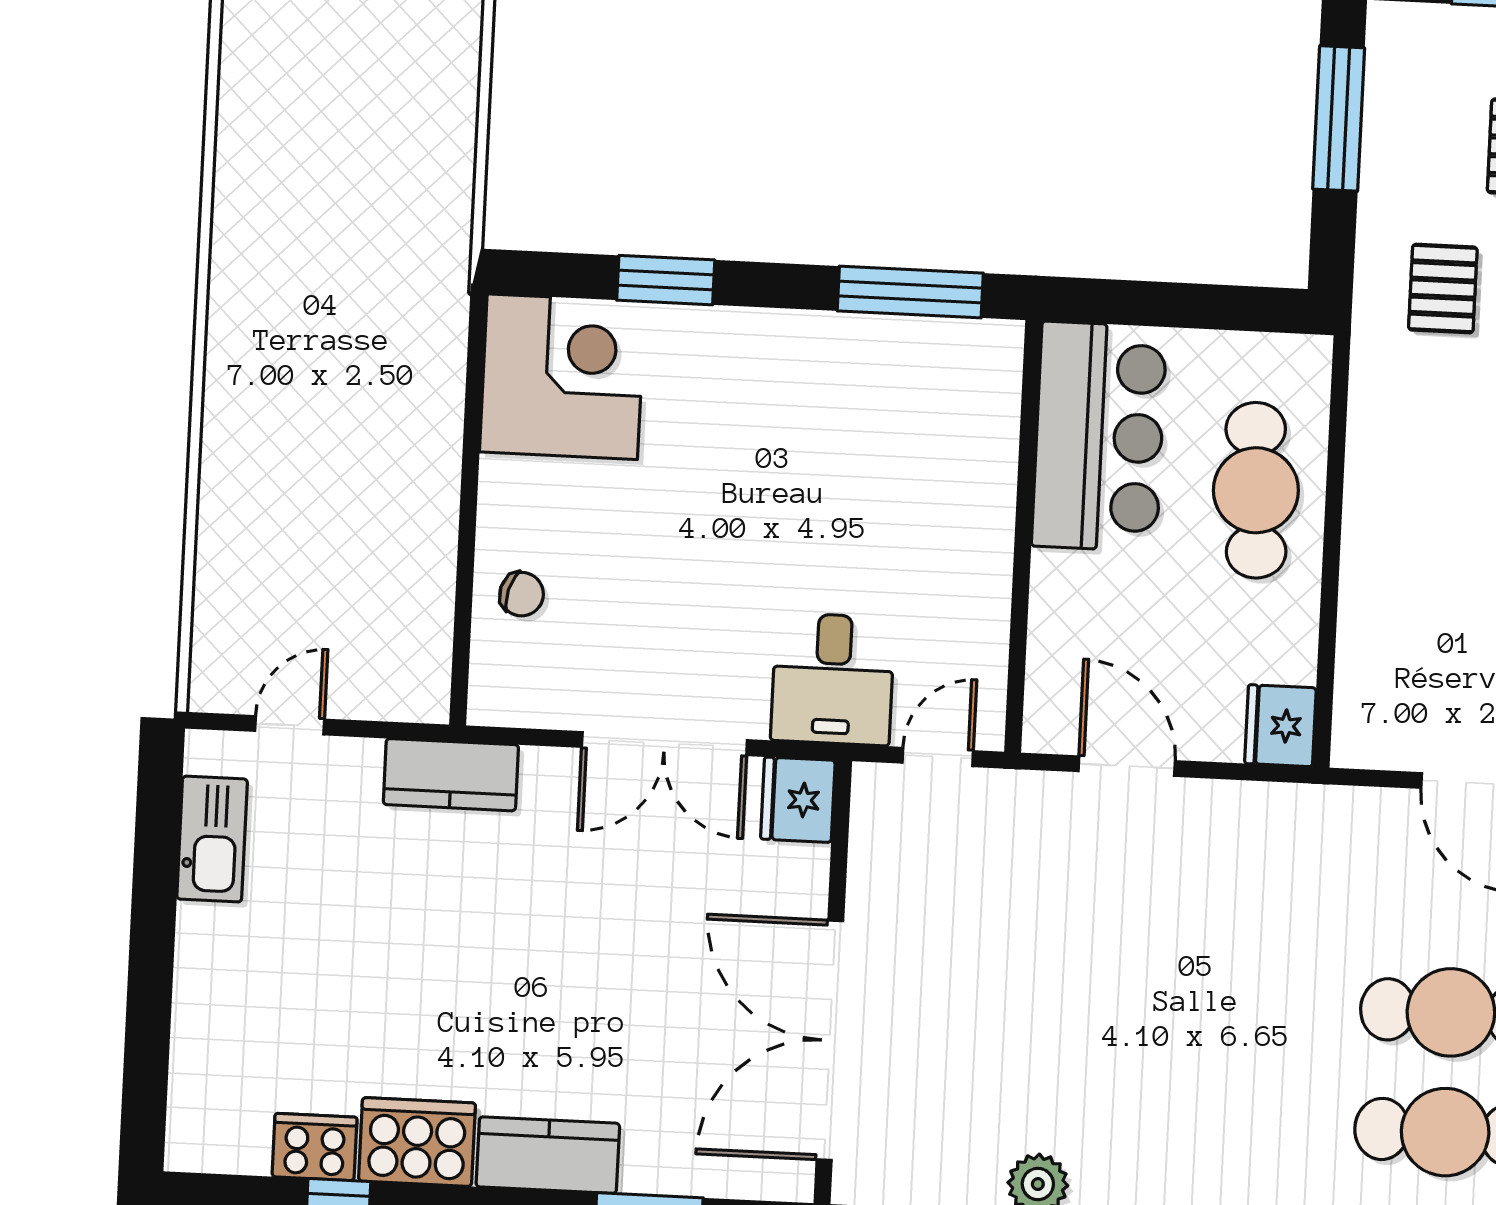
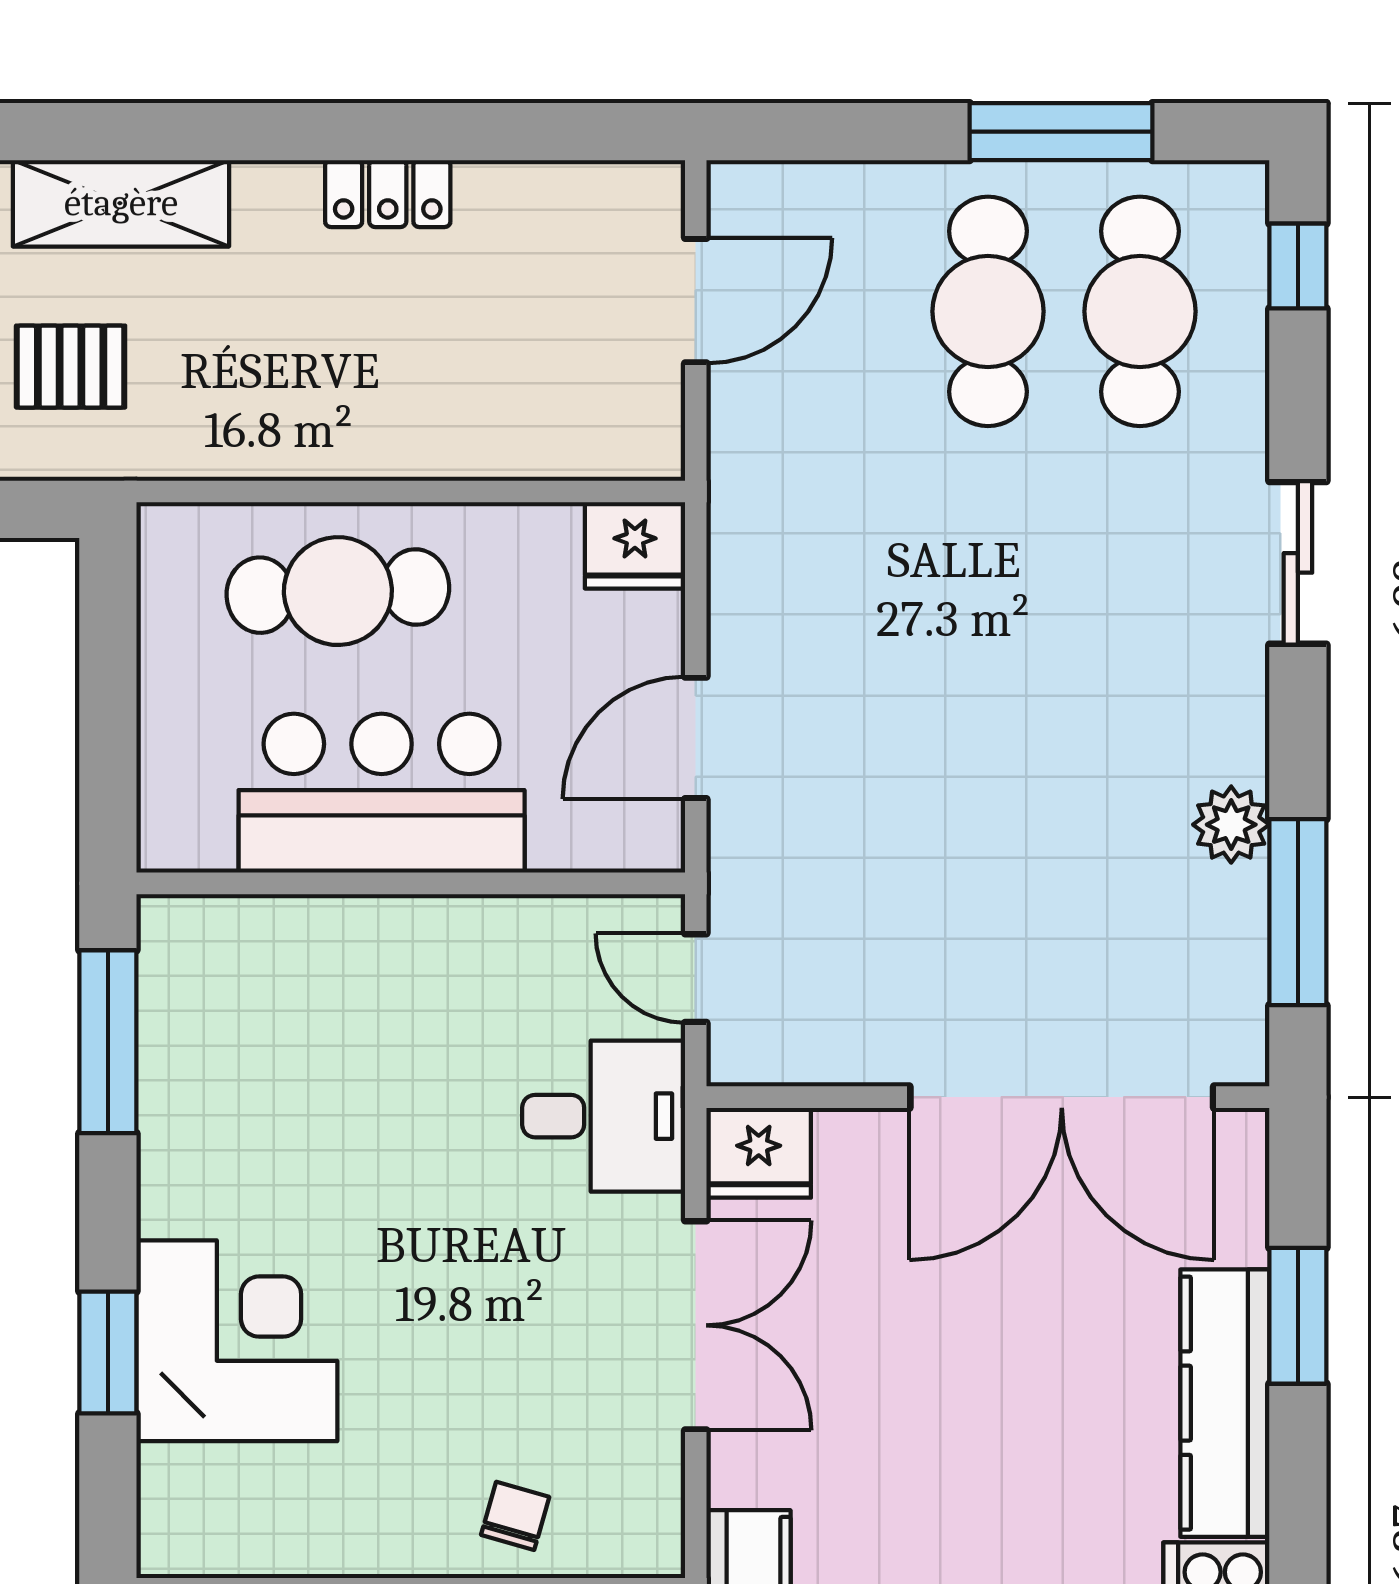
corner desk: (562, 377) -> (237, 1341), moved, turned 90
bar counter: (1099, 437) -> (382, 793), moved
kitchen counter: (548, 1155) -> (1225, 1403), width x1.50

